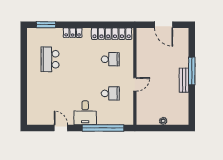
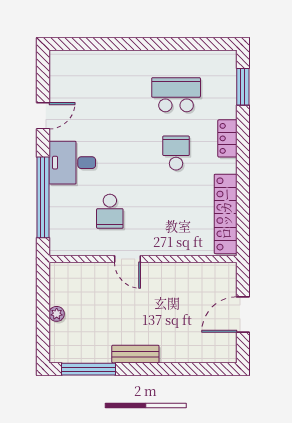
school desk: (110, 59) -> (176, 153), moved, turned 180
window: (192, 71) -> (89, 369), moved

